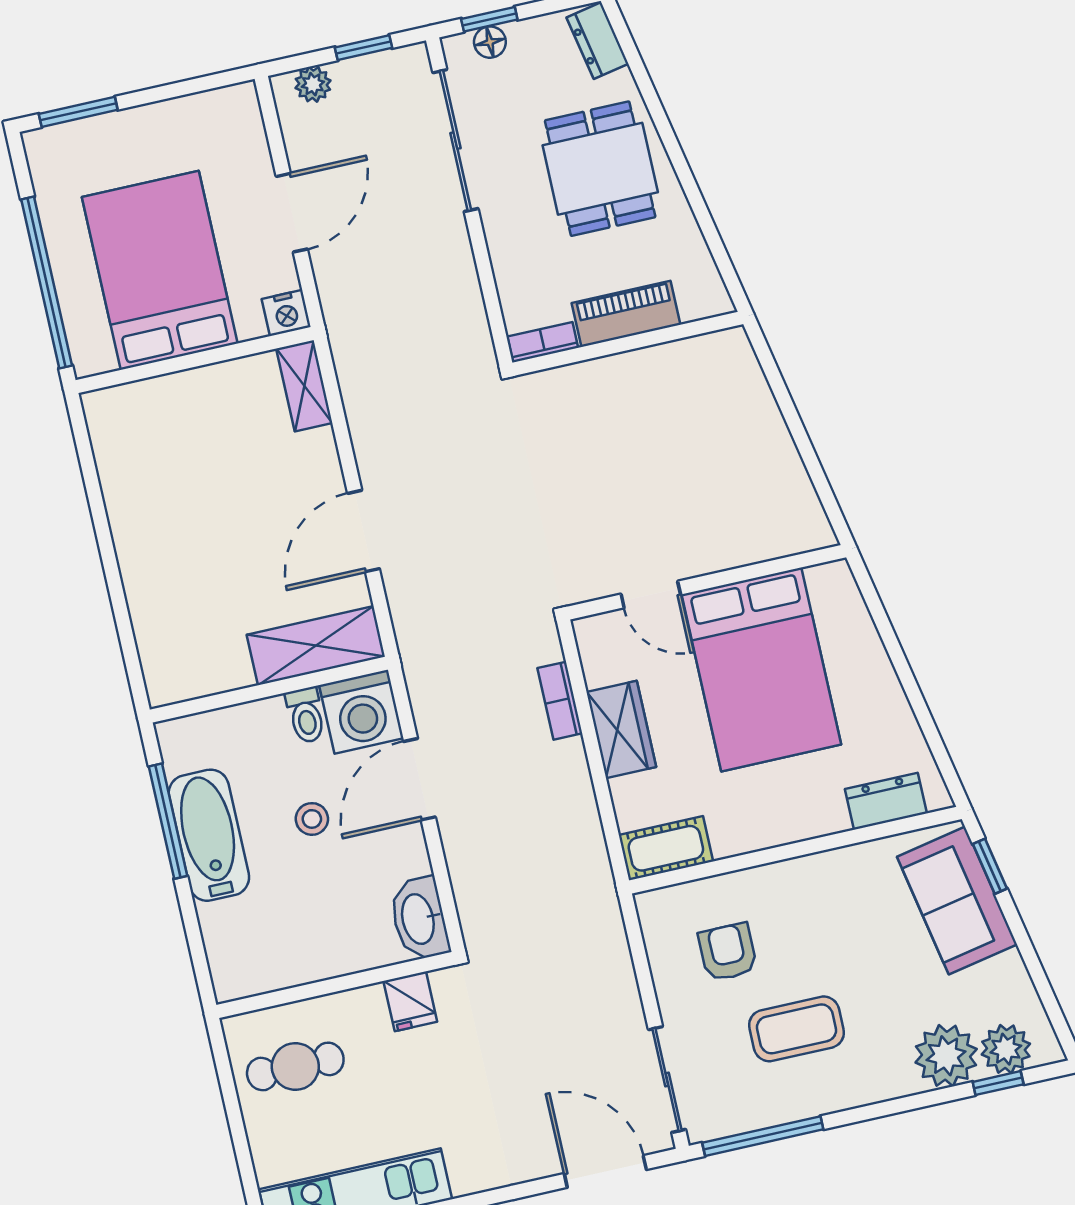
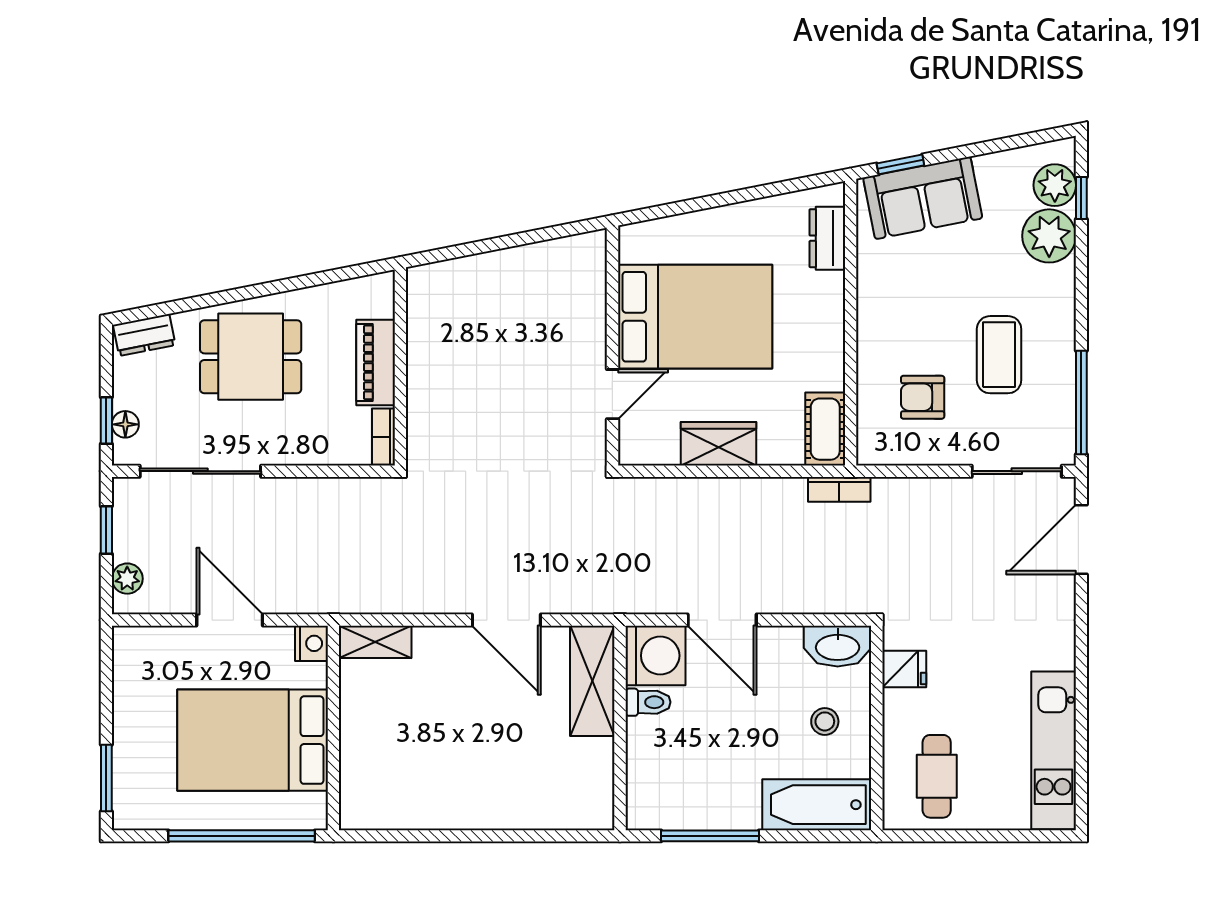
bookcase: (560, 701) -> (839, 489), moved
stool: (312, 819) -> (825, 721), moved
bathtub: (209, 835) -> (817, 805), moved

